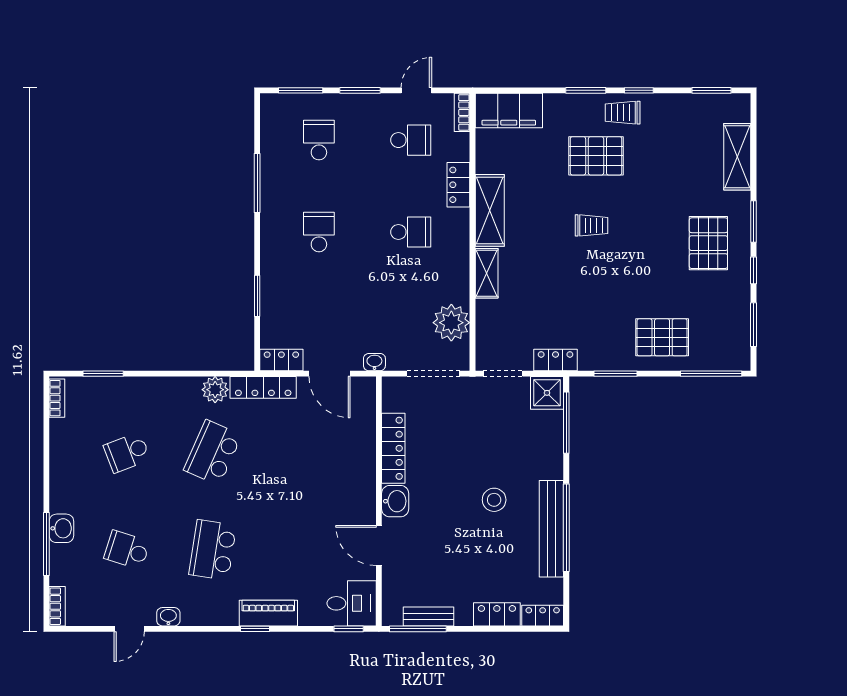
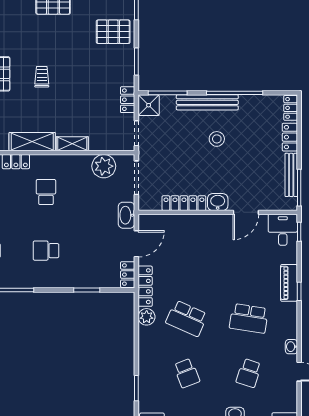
pallet: (662, 337) -> (113, 32), turned 90
washbasin: (374, 362) -> (126, 215), width x1.91, depth x1.45
bench: (551, 529) -> (207, 102), moved
bench: (429, 616) -> (291, 175), width x1.36

